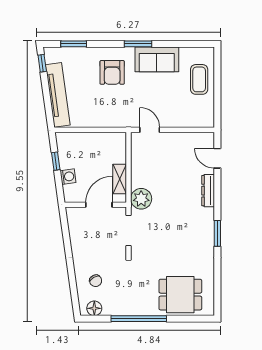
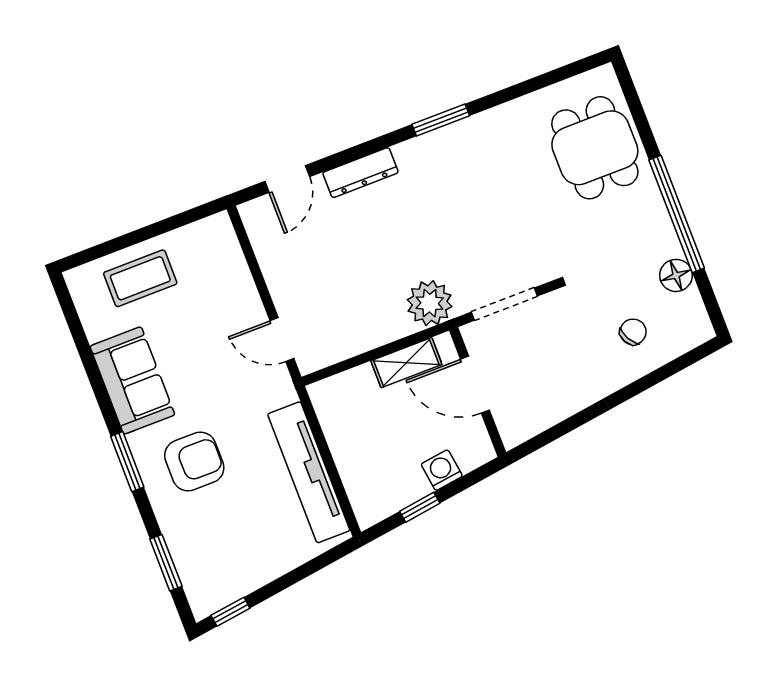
window: (138, 44) -> (127, 462), moved
tv unit: (58, 95) -> (309, 472), moved, turned -82
door: (150, 130) -> (282, 340), hinge flipped
floor lamp: (94, 308) -> (676, 275), moved

